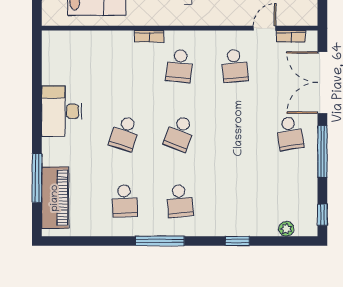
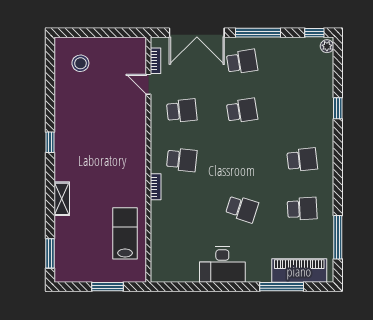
school desk: (180, 133) -> (242, 111), moved, turned -30
plant: (286, 229) -> (327, 46), moved
window: (160, 241) -> (338, 237), moved

